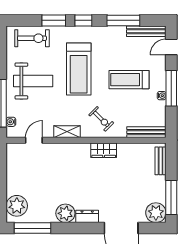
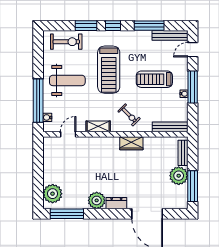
plant: (156, 213) -> (179, 176), moved

